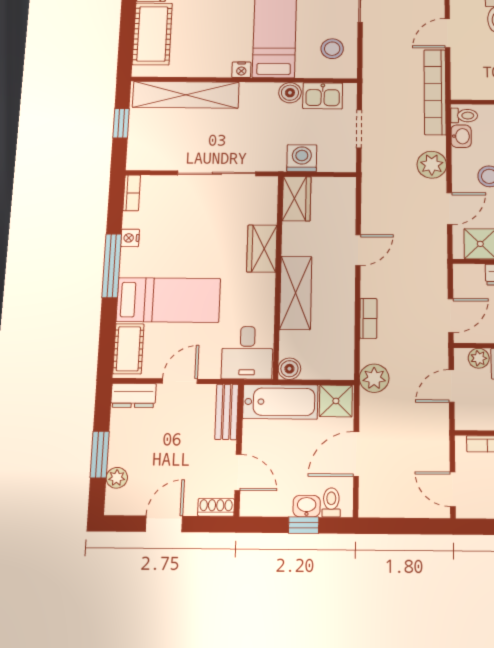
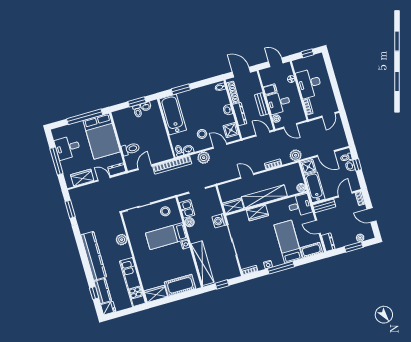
door: (447, 33) -> (145, 167), swing flipped
washing machine: (302, 158) -> (219, 221), moved
shelving: (296, 293) -> (264, 196), width x1.47

